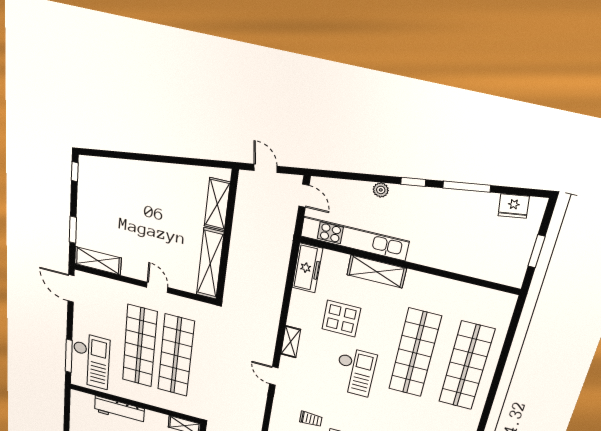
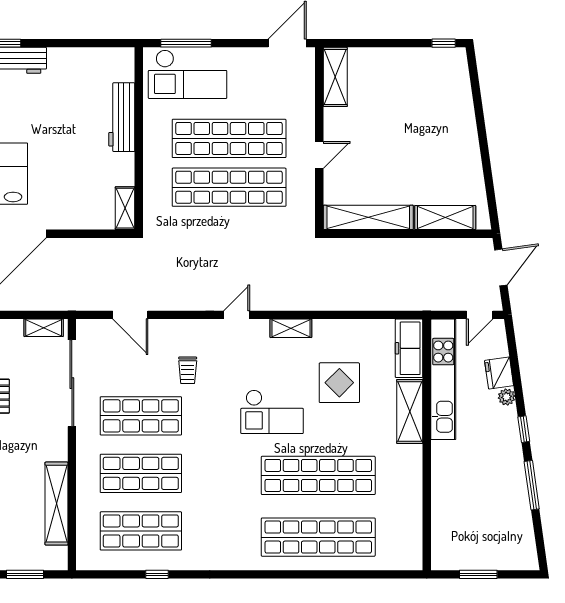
door: (266, 168) -> (501, 267), width x1.38
fridge: (514, 206) -> (499, 373), moved
window: (73, 230) -> (369, 43), removed
freezer: (307, 268) -> (409, 348), moved, turned 90

